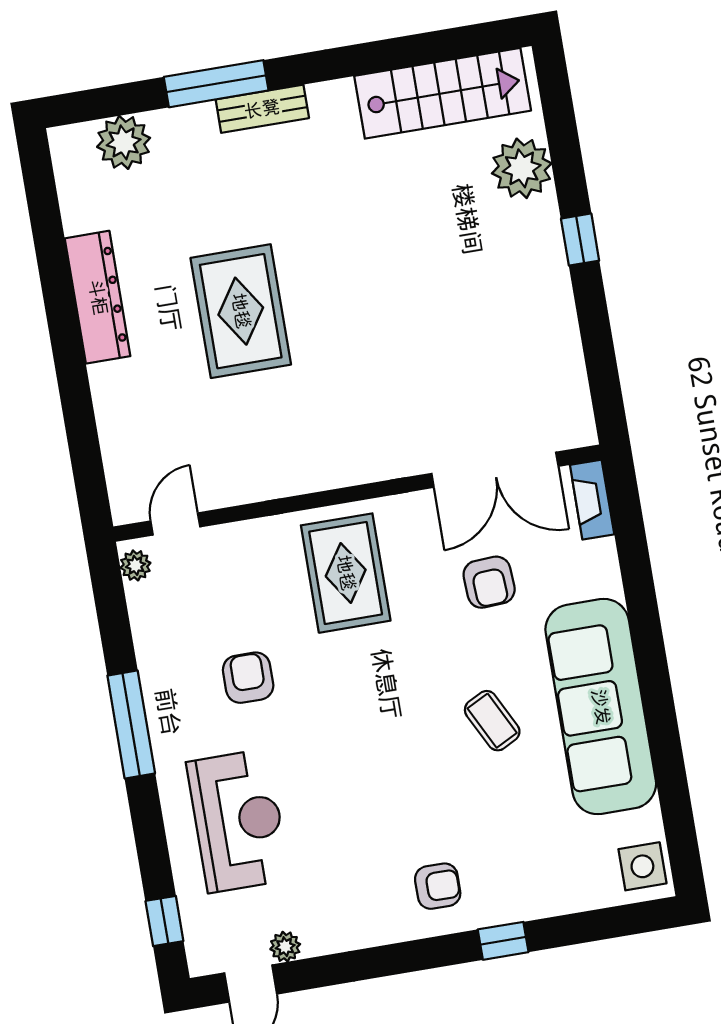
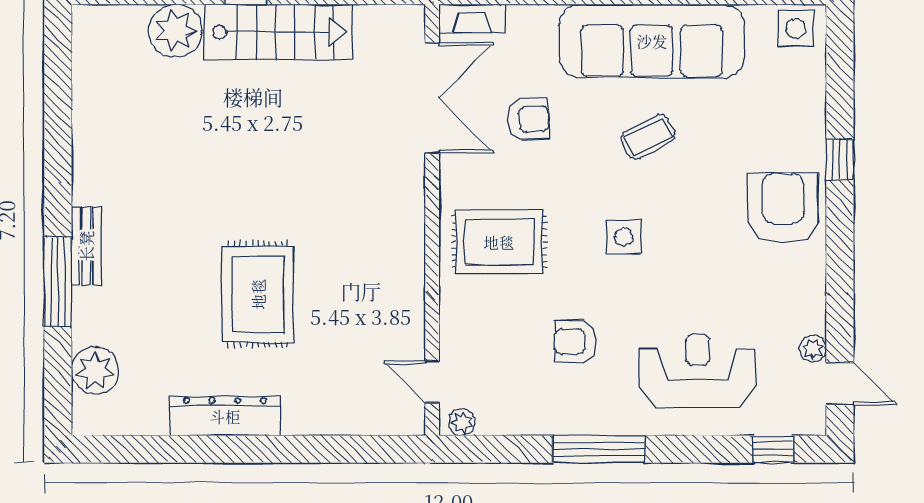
stairs: (443, 93) -> (279, 32), moved, turned 90
rug: (241, 311) -> (258, 294), turned 90
side table: (375, 712) -> (624, 237), added
armchair: (438, 886) -> (783, 208), width x1.88, depth x1.88

